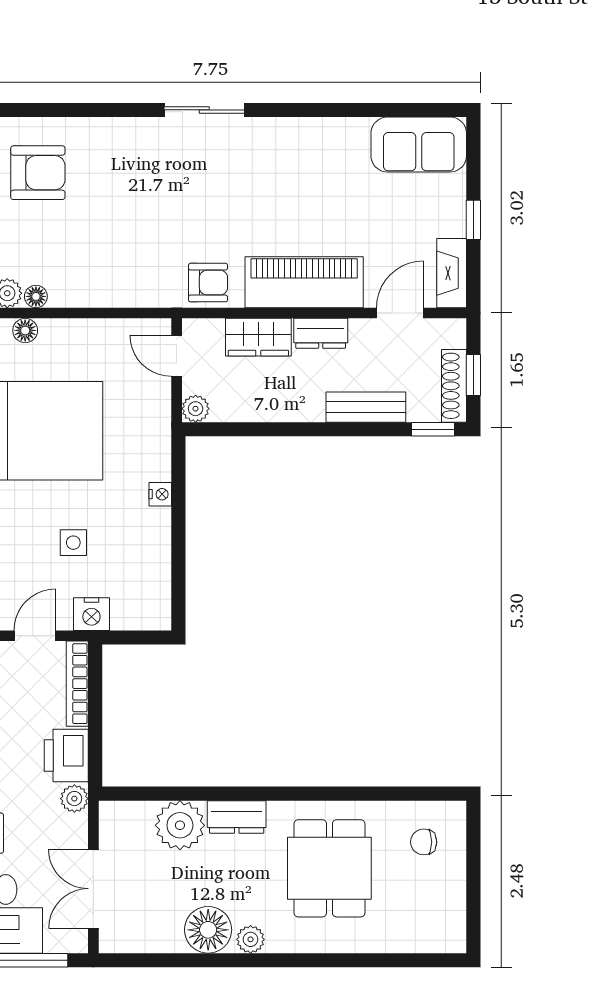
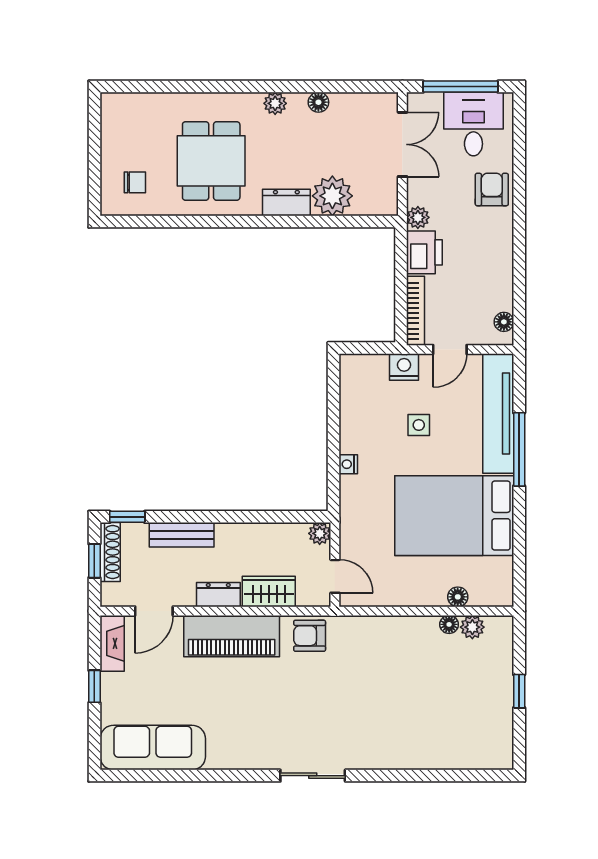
sofa: (419, 145) -> (153, 748), width x1.36
armchair: (38, 173) -> (447, 725), removed
floor lamp: (208, 930) -> (318, 102), width x0.53, depth x0.53

